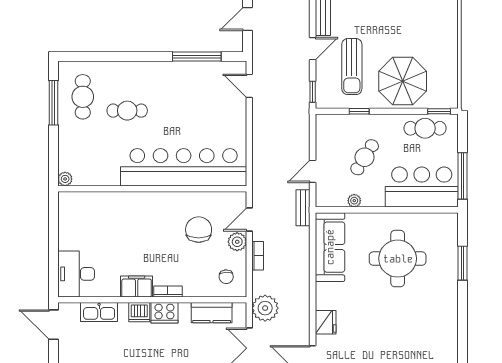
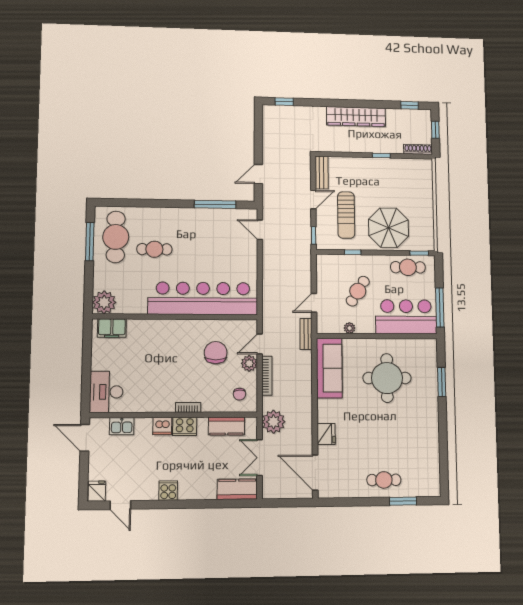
cafe table: (83, 97) -> (116, 237), width x1.37, depth x1.35
plant: (65, 179) -> (104, 302), width x1.87, depth x1.87
bookcase: (258, 256) -> (267, 376), width x1.56
filing cabinet: (137, 287) -> (112, 328), moved, turned 180
kitchen sink: (99, 312) -> (122, 426), width x0.73

